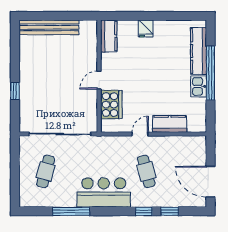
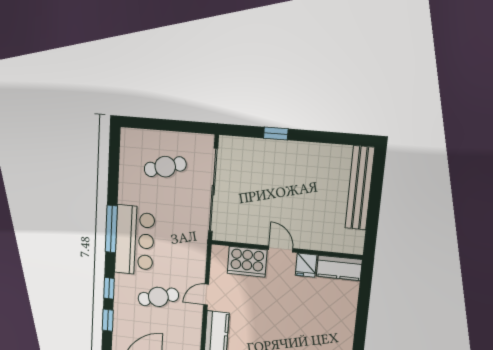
fridge: (146, 28) -> (306, 265), moved, turned -90
door: (140, 134) -> (206, 295), swing flipped
cafe table: (46, 171) -> (165, 167), turned -30
window: (71, 211) -> (111, 229), moved

